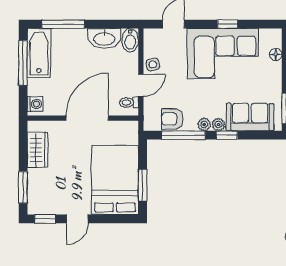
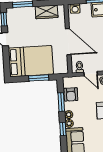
armchair: (172, 119) -> (71, 94), turned 180
window: (183, 135) -> (61, 102), width x0.69
window: (143, 185) -> (39, 78), moved

